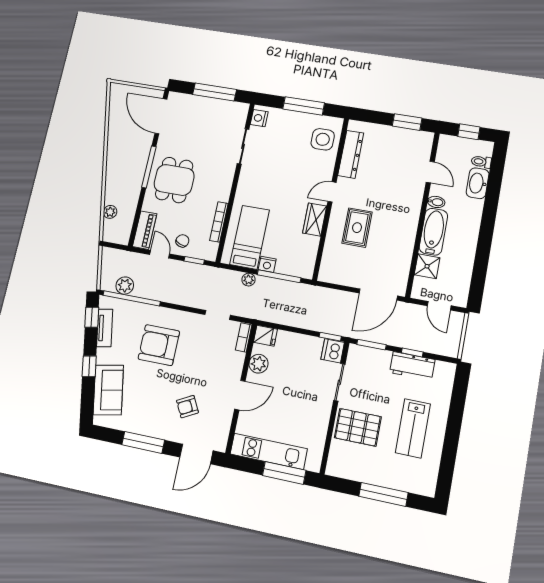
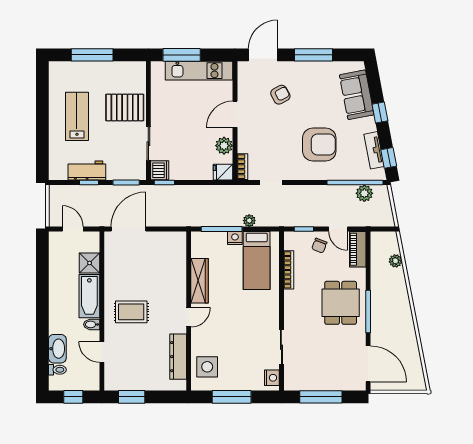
wardrobe: (315, 220) -> (200, 281), width x1.50
rug: (357, 228) -> (131, 312), moved, turned 90

